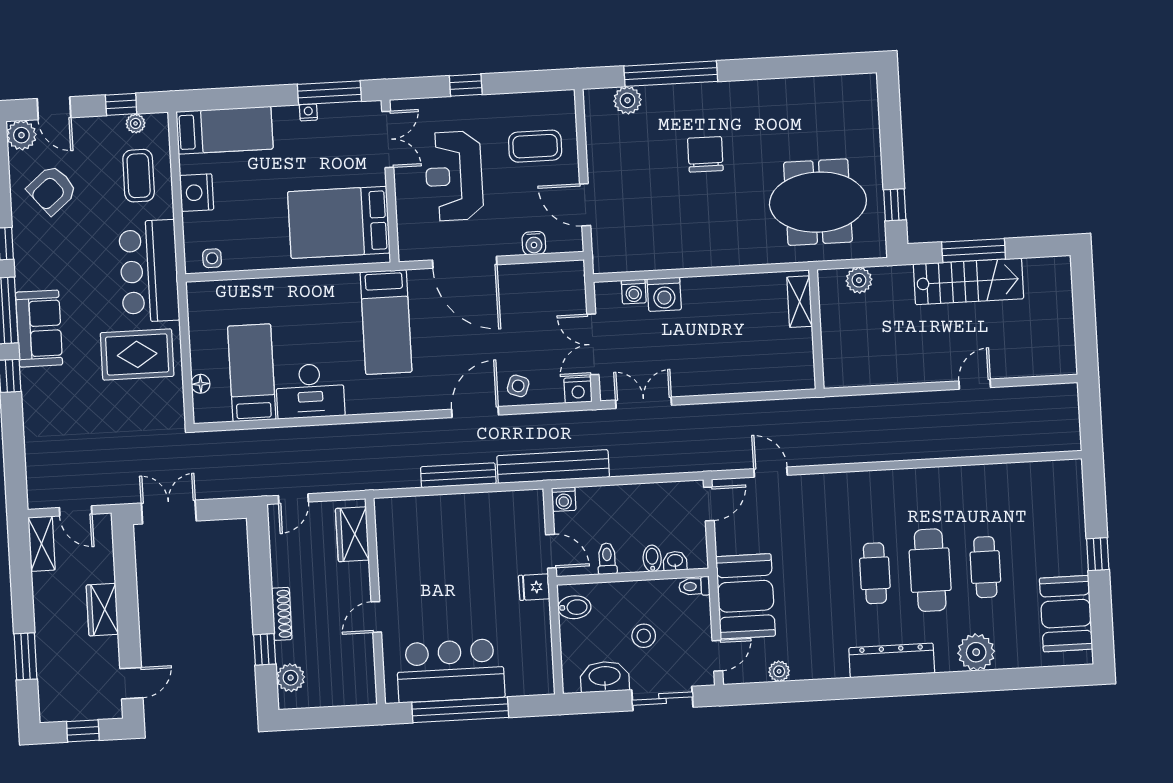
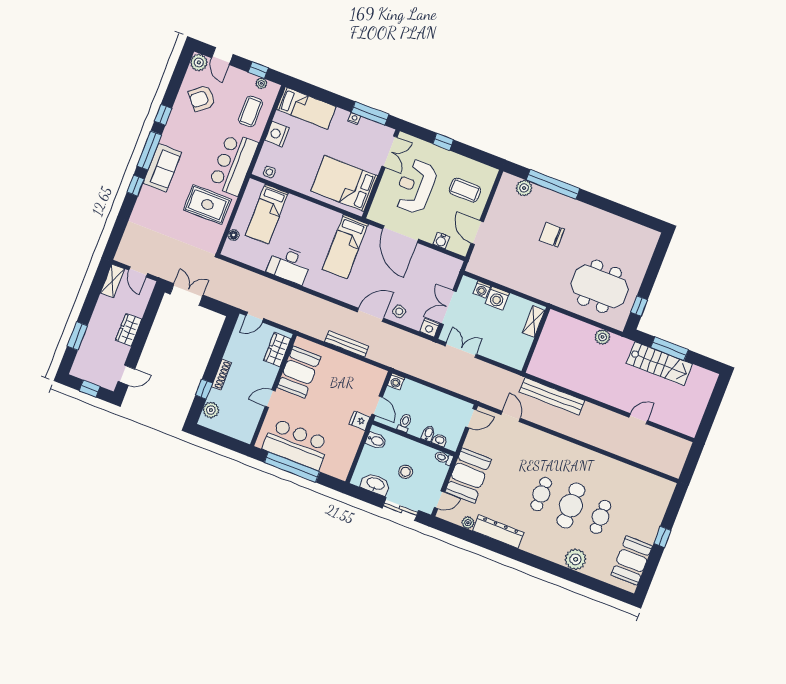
chair: (705, 154) -> (552, 235), turned -90
shelving: (800, 302) -> (534, 321), moved
wall: (816, 329) -> (536, 340), moved
bed: (252, 373) -> (267, 214), moved, turned 180
bench: (553, 467) -> (552, 396), moved
booth: (403, 554) -> (299, 372), added
dresser: (892, 660) -> (498, 532), moved

